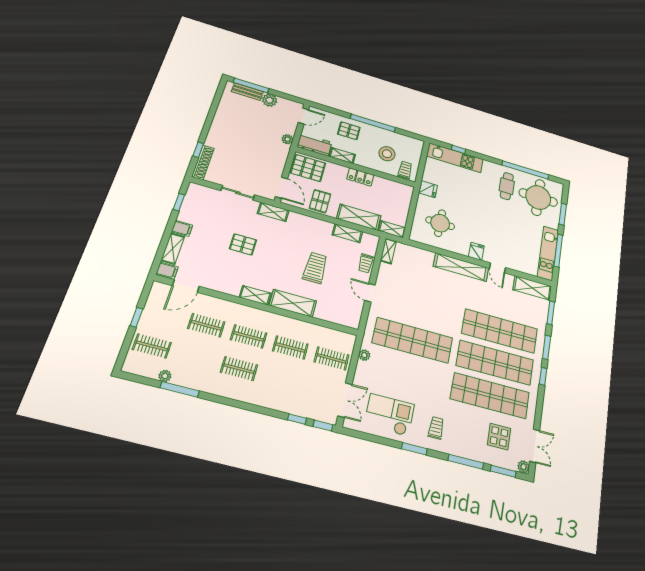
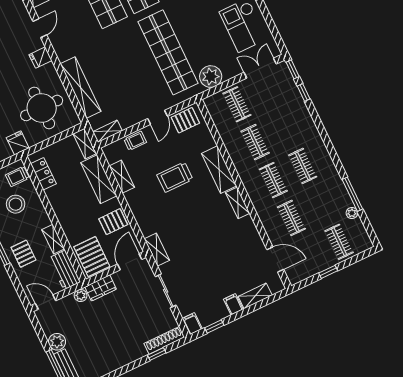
wardrobe: (281, 155) -> (100, 288), added
locker: (360, 177) -> (43, 174), moved
round table: (440, 223) -> (42, 108), width x1.36, depth x1.36
pallet: (243, 244) -> (185, 120), moved, turned 90
shelving: (461, 267) -> (81, 87), moved
filing cabinet: (167, 271) -> (192, 324), moved
plant: (364, 355) -> (211, 77), width x1.87, depth x1.87

